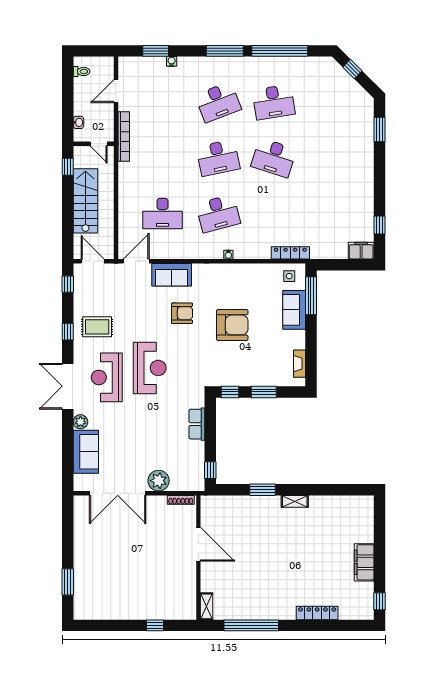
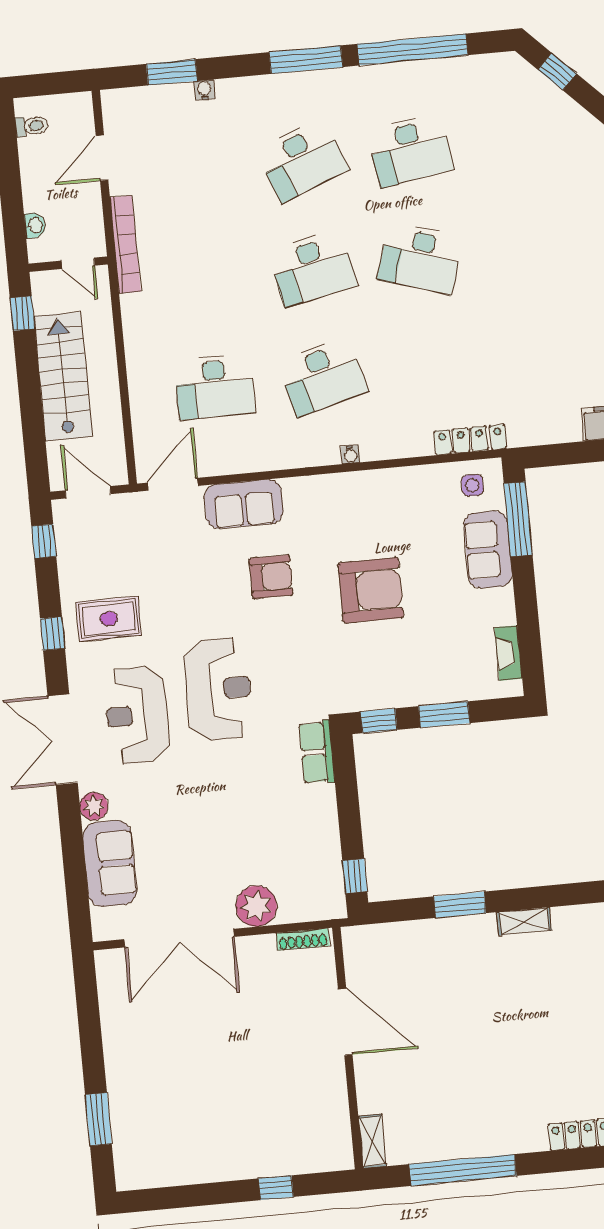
row of seats: (197, 424) -> (317, 752), moved

